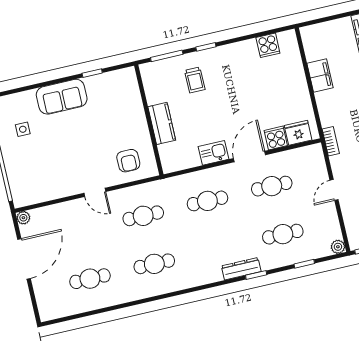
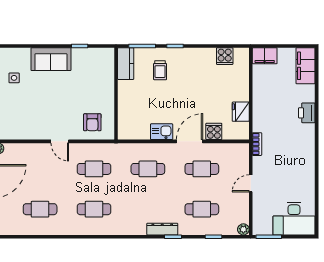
filing cabinet: (320, 76) -> (265, 56), moved, turned 90
kitchen counter: (162, 123) -> (126, 64), moved
fridge: (298, 133) -> (241, 112), moved, turned -90

